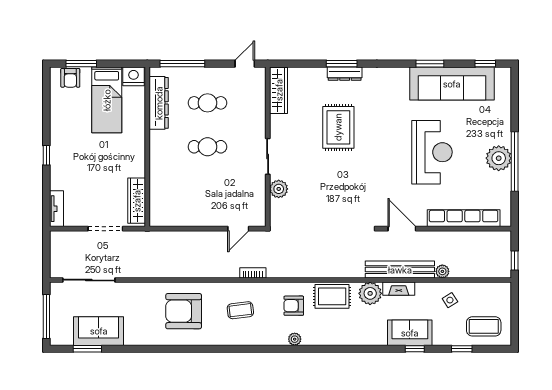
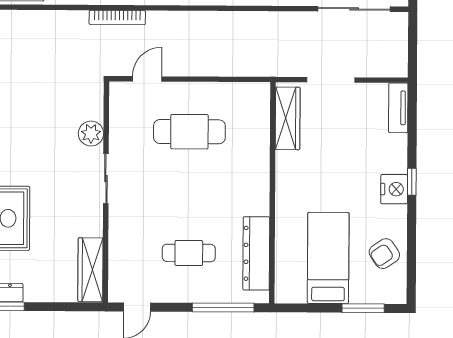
nightstand: (133, 76) -> (394, 189), moved, turned -90
armchair: (70, 78) -> (384, 254), moved, turned -124
cafe table: (207, 147) -> (189, 132), moved, width x1.37, depth x1.35
bookcase: (253, 273) -> (117, 18), width x1.56

